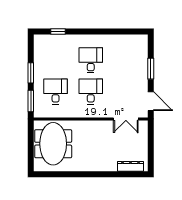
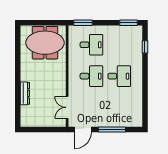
window: (151, 69) -> (112, 130), width x1.44
window: (31, 73) -> (128, 23), moved
dresser: (130, 166) -> (25, 93), moved

